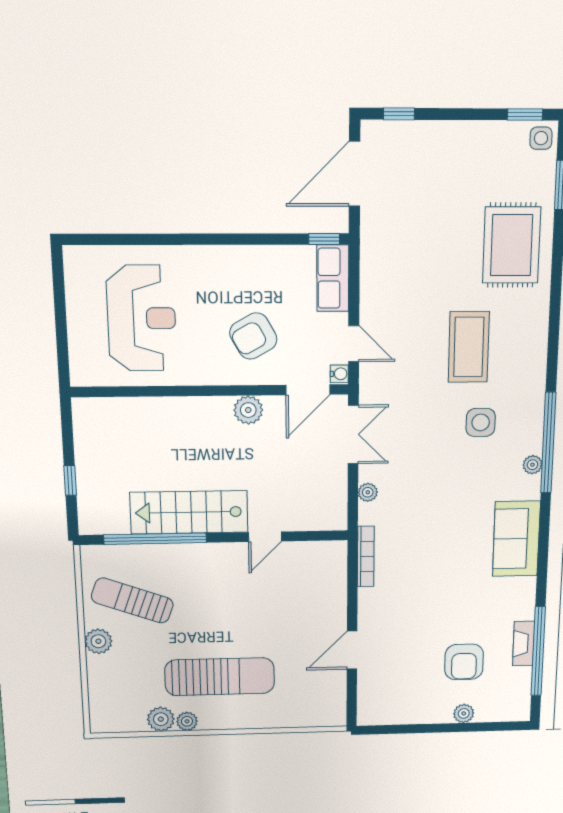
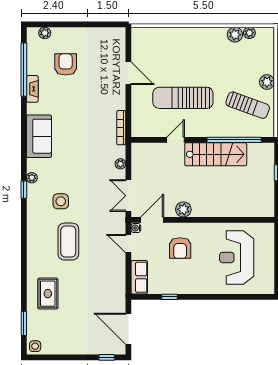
window: (525, 114) -> (44, 357), removed
door: (355, 174) -> (128, 329), swing flipped
window: (324, 239) -> (169, 297), moved
rug: (512, 245) -> (48, 294), width x0.73, depth x0.70
armchair: (253, 336) -> (180, 248), turned 119
window: (548, 443) -> (24, 190), width x0.32
fireplace: (524, 644) -> (32, 89), moved
door: (352, 650) -> (128, 73), hinge flipped
sun lounger: (220, 677) -> (183, 98), moved
plant: (464, 713) -> (45, 33), moved
plant: (187, 721) -> (249, 33), moved

